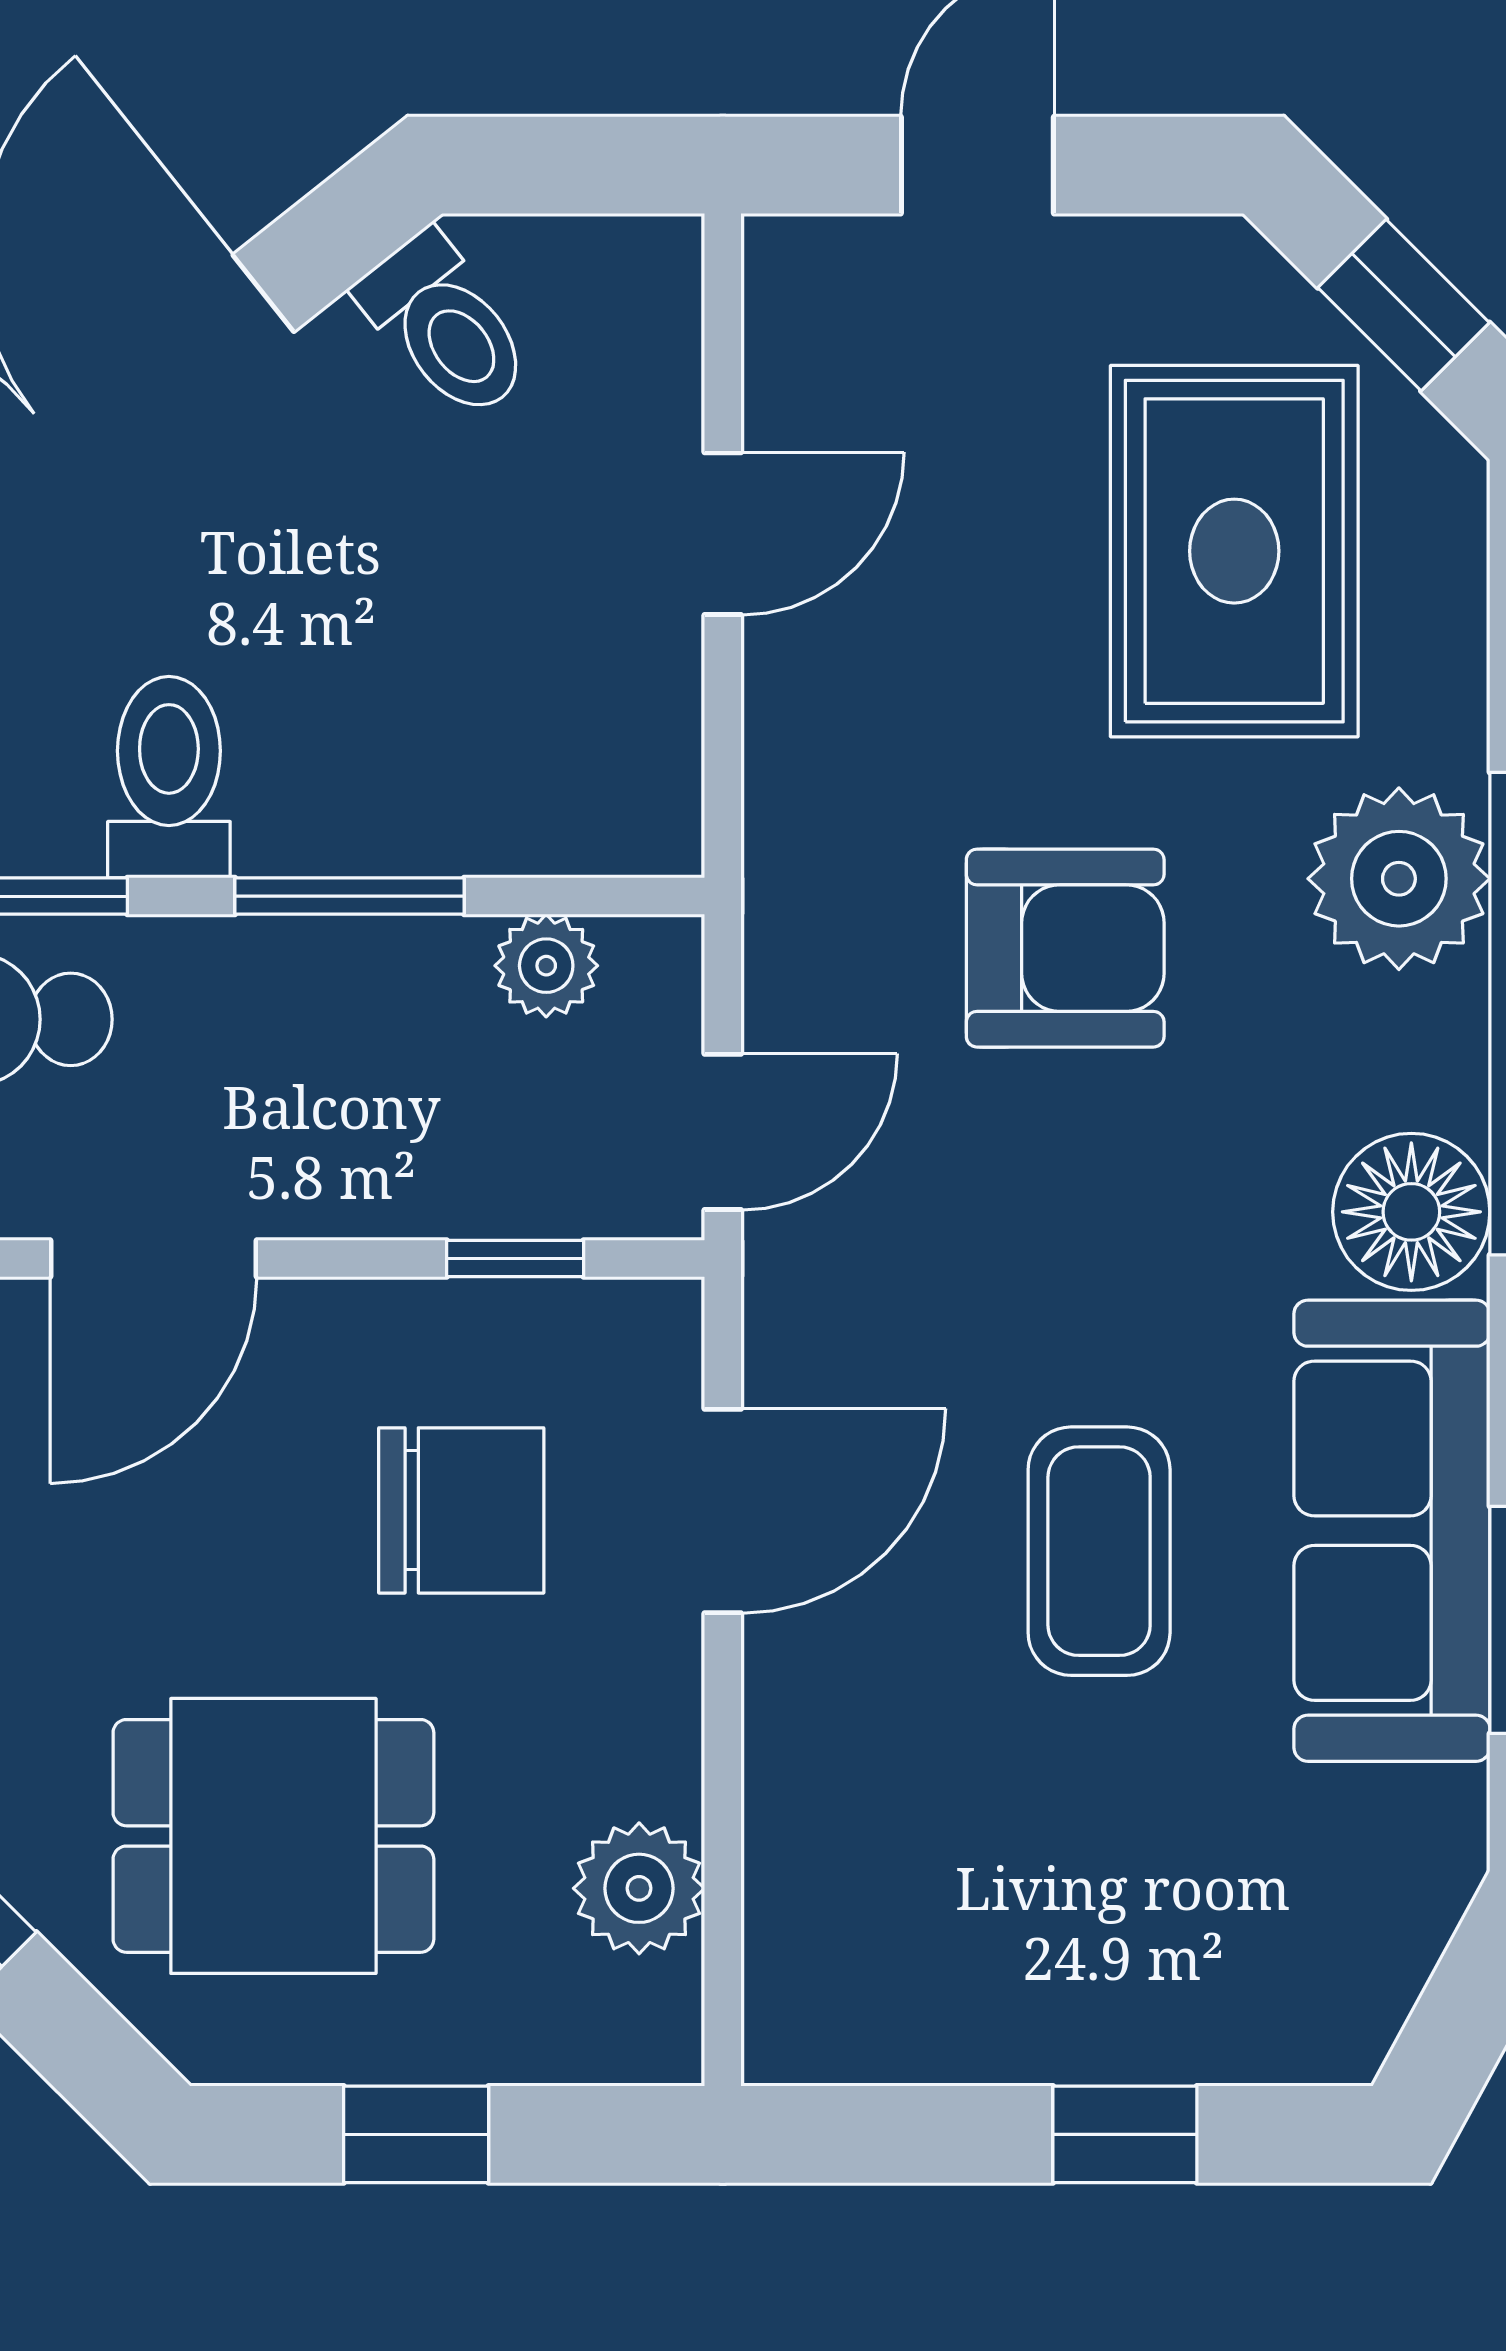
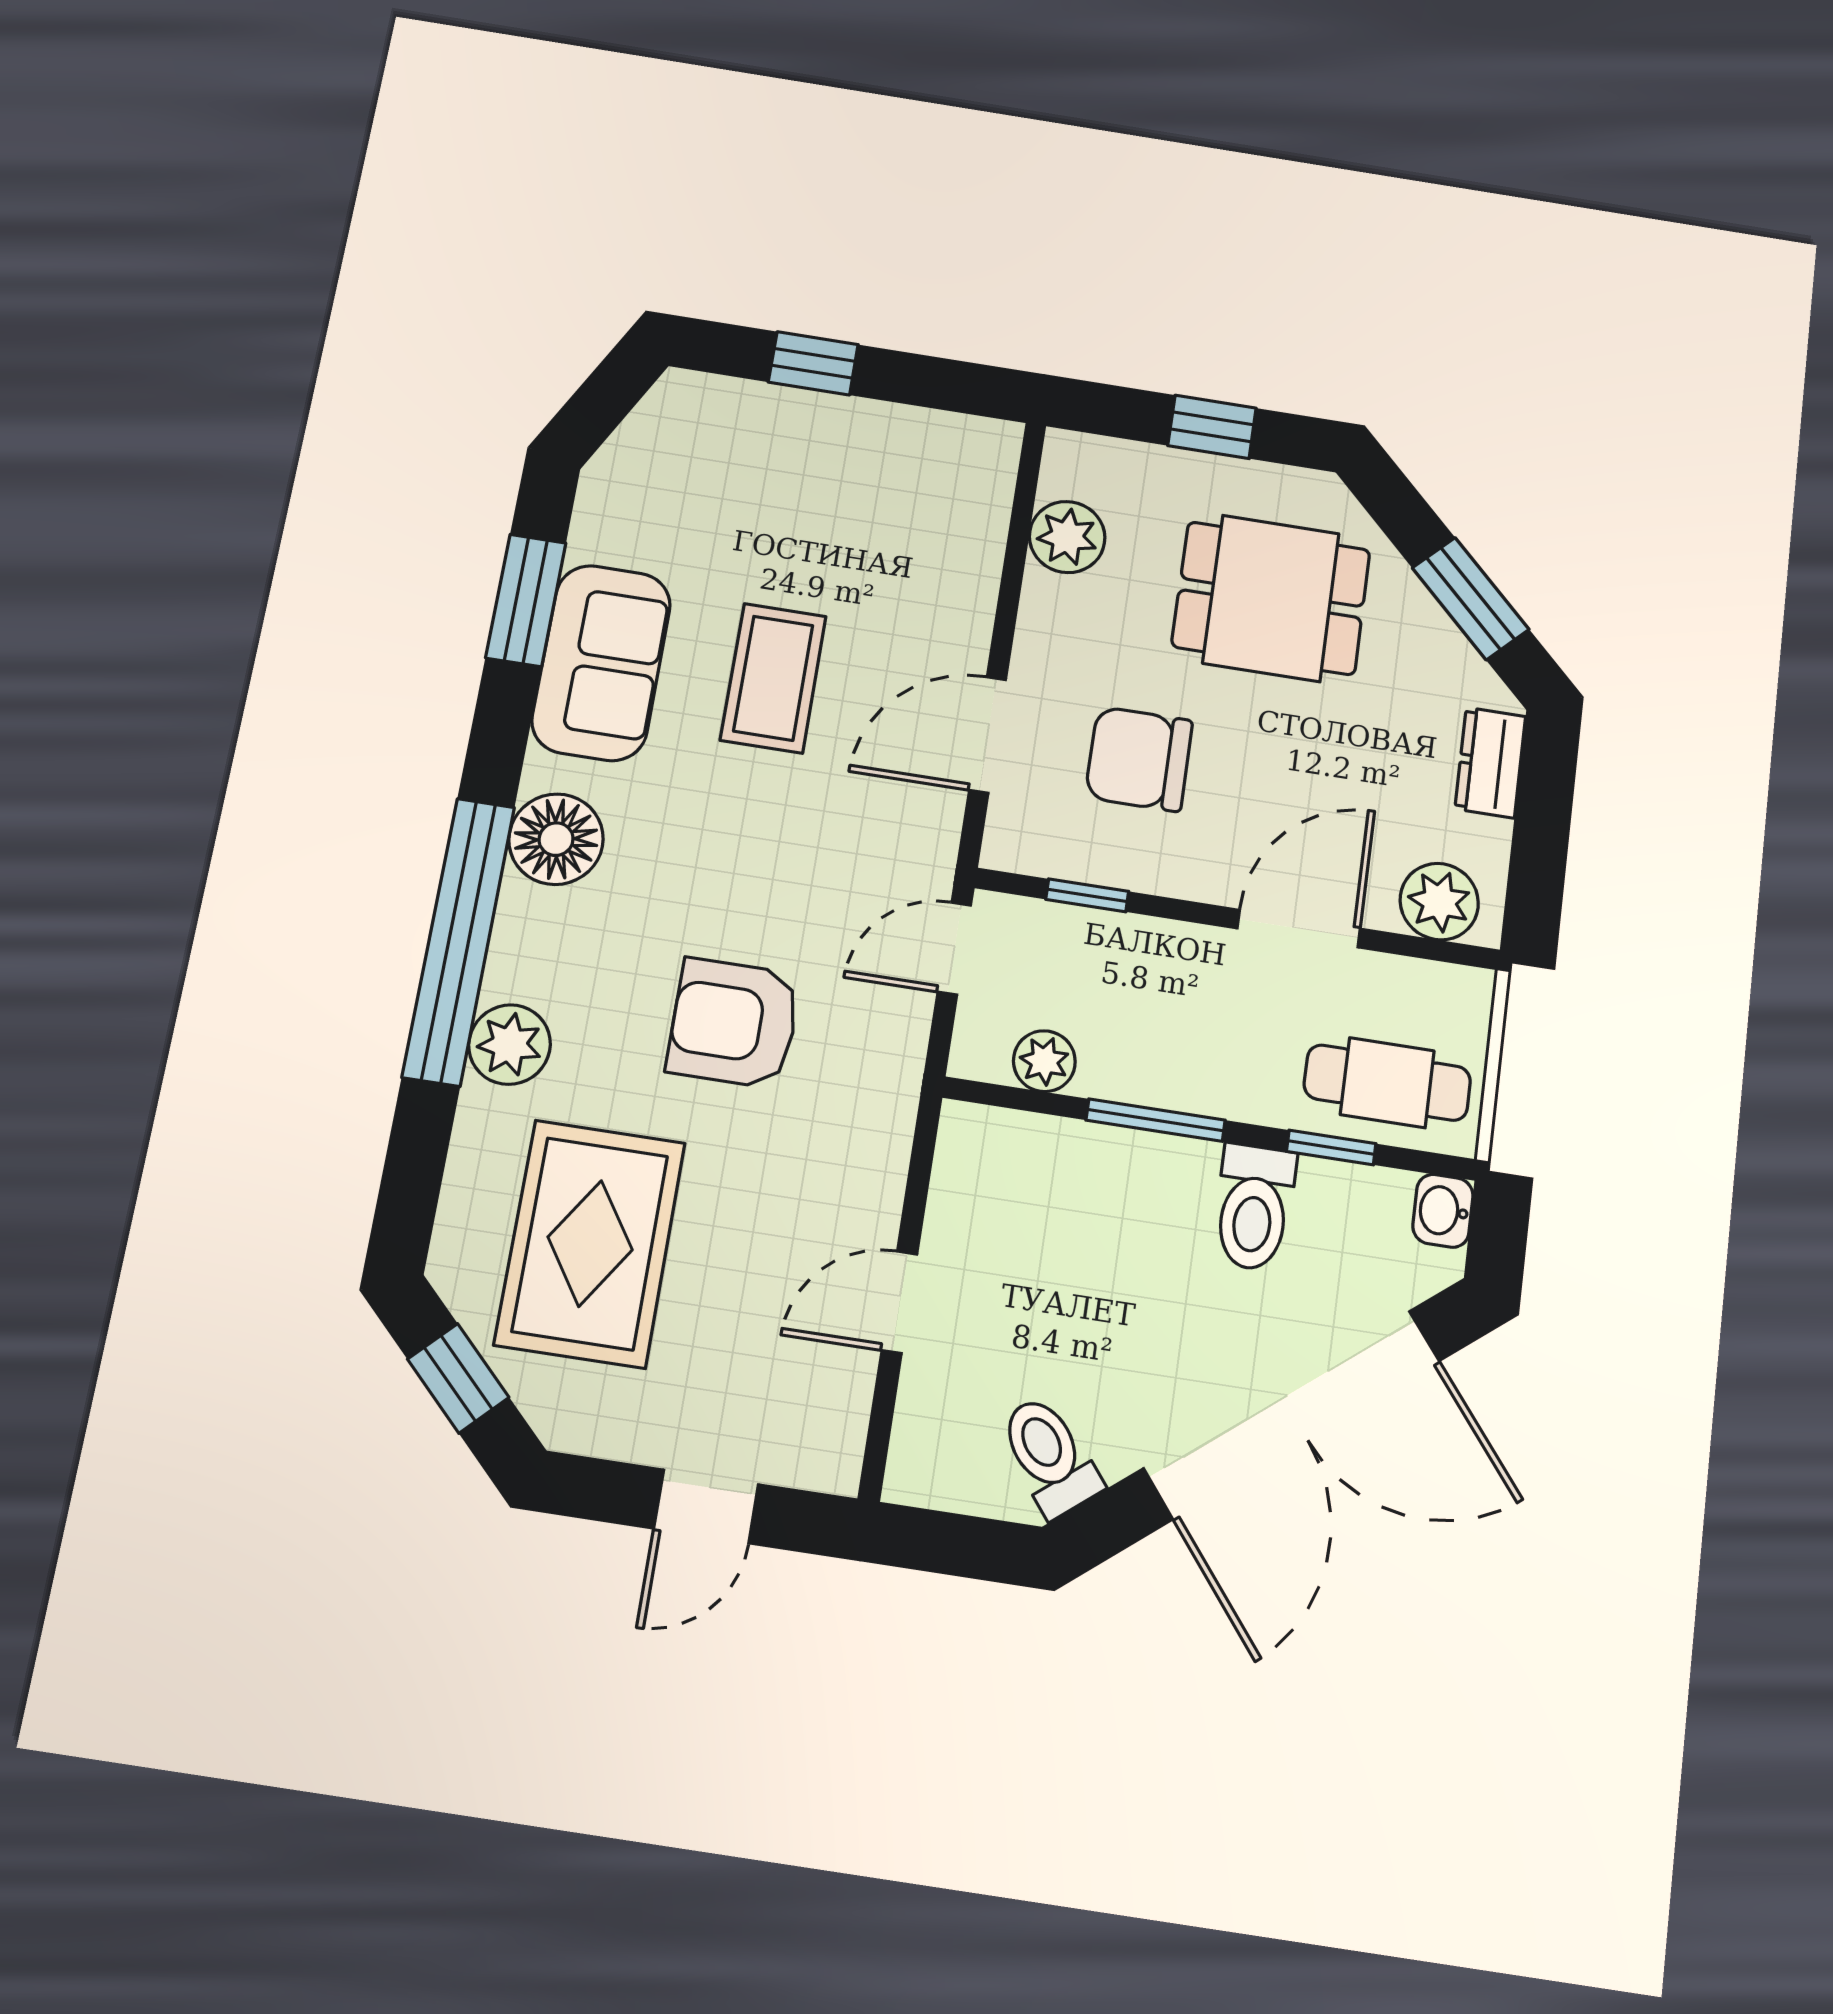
plant: (1399, 879) -> (510, 1045), width x0.73, depth x0.73
sofa: (1392, 1531) -> (601, 663), width x0.73

